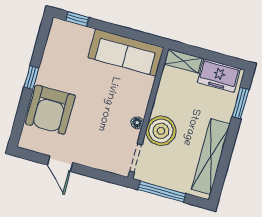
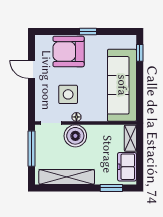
sofa: (126, 53) -> (122, 85), width x1.36, depth x1.27
side table: (105, 125) -> (68, 94), added
door: (60, 164) -> (31, 69), hinge flipped

